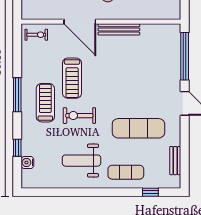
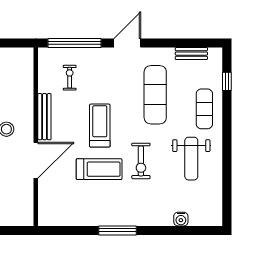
exercise bike: (36, 35) -> (70, 78), moved
treadmill: (45, 103) -> (100, 126), moved, turned 90
window: (17, 148) -> (177, 230), removed
water cooler: (27, 162) -> (181, 219), moved

